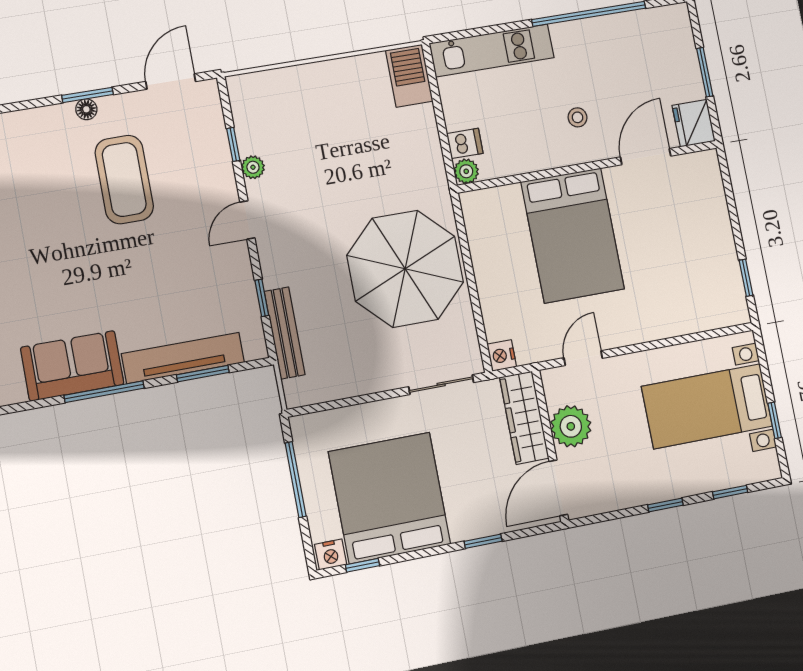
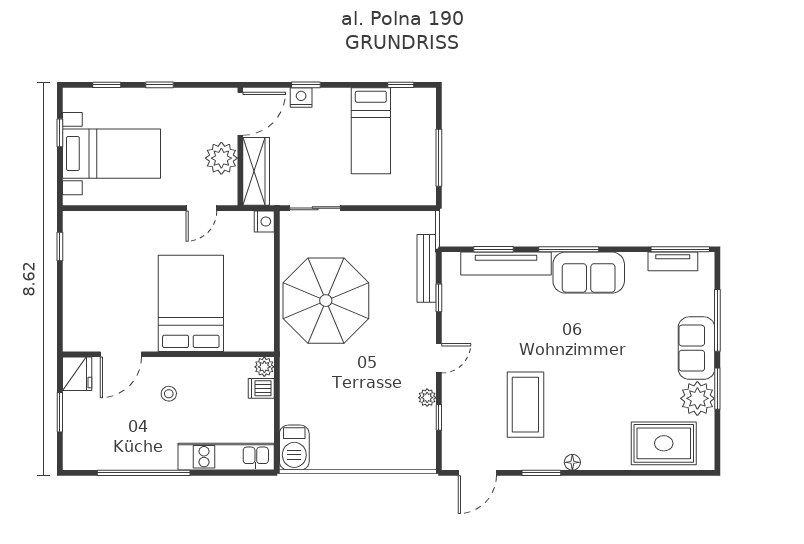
floor lamp: (86, 109) -> (572, 462), moved
bed: (389, 498) -> (371, 131), width x0.49
nightstand: (331, 554) -> (301, 97), moved

